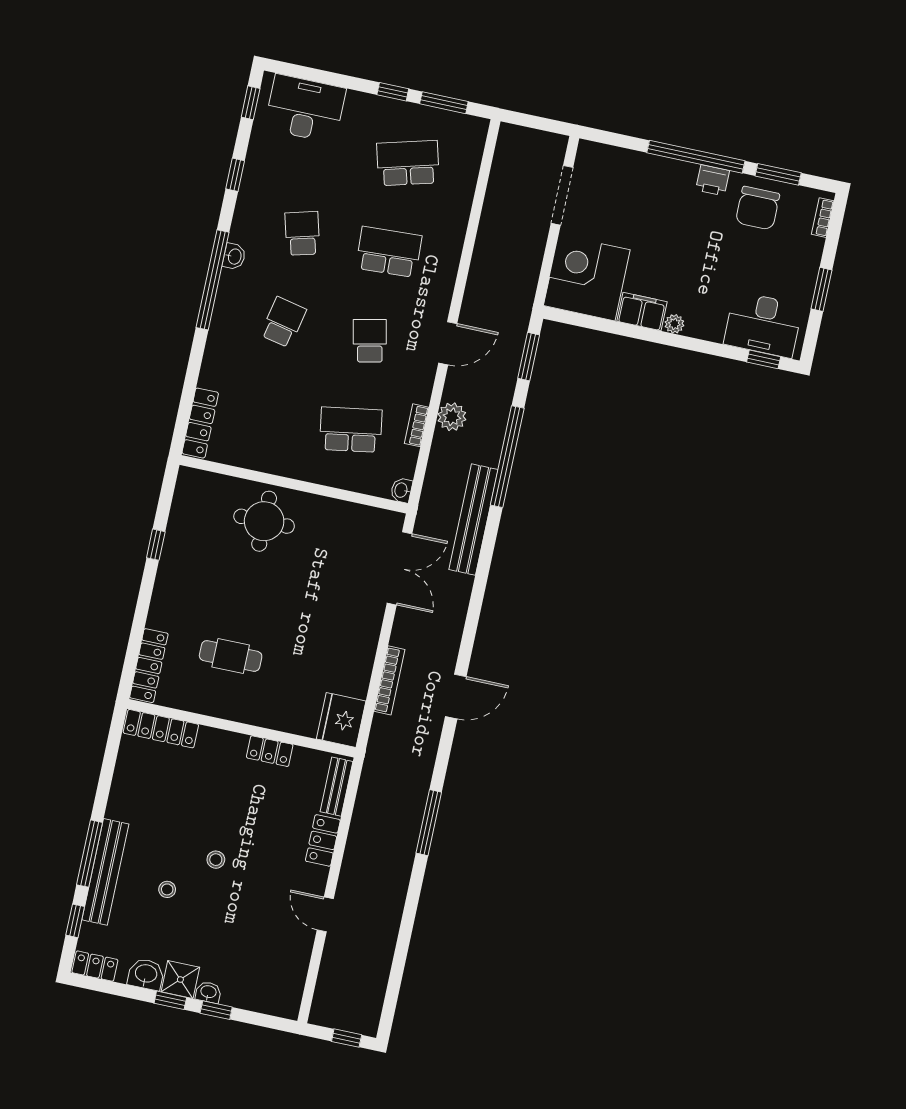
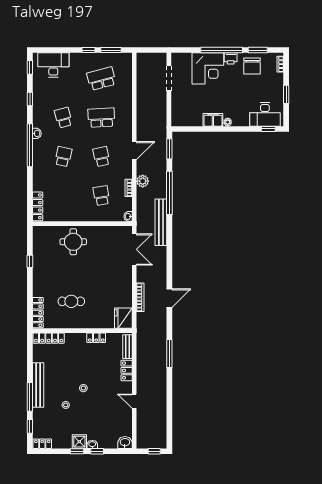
corner desk: (587, 278) -> (208, 68), moved, turned 180
school desk: (351, 430) -> (101, 196), width x0.54
bench: (105, 872) -> (38, 385), moved
washbasin: (146, 974) -> (125, 442), moved

